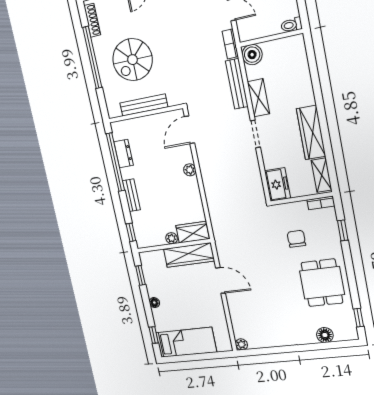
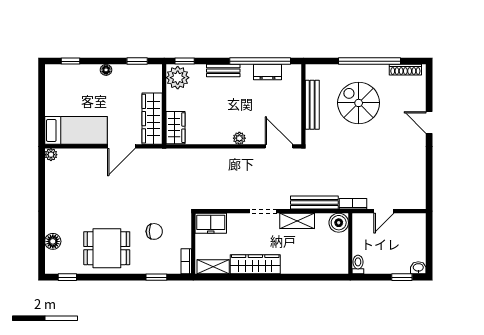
plant: (172, 238) -> (178, 78), moved, width x1.87, depth x1.87
bed: (186, 342) -> (76, 130), moved, turned -90

